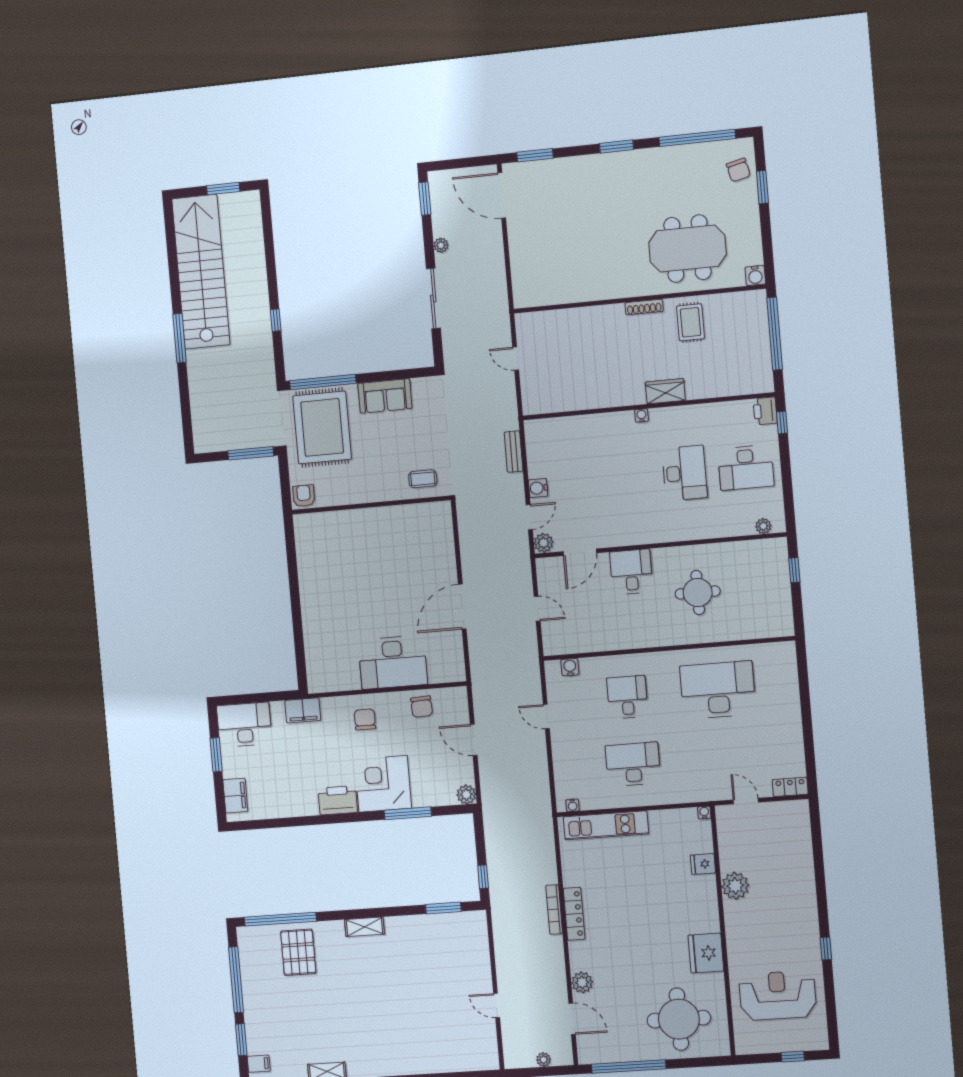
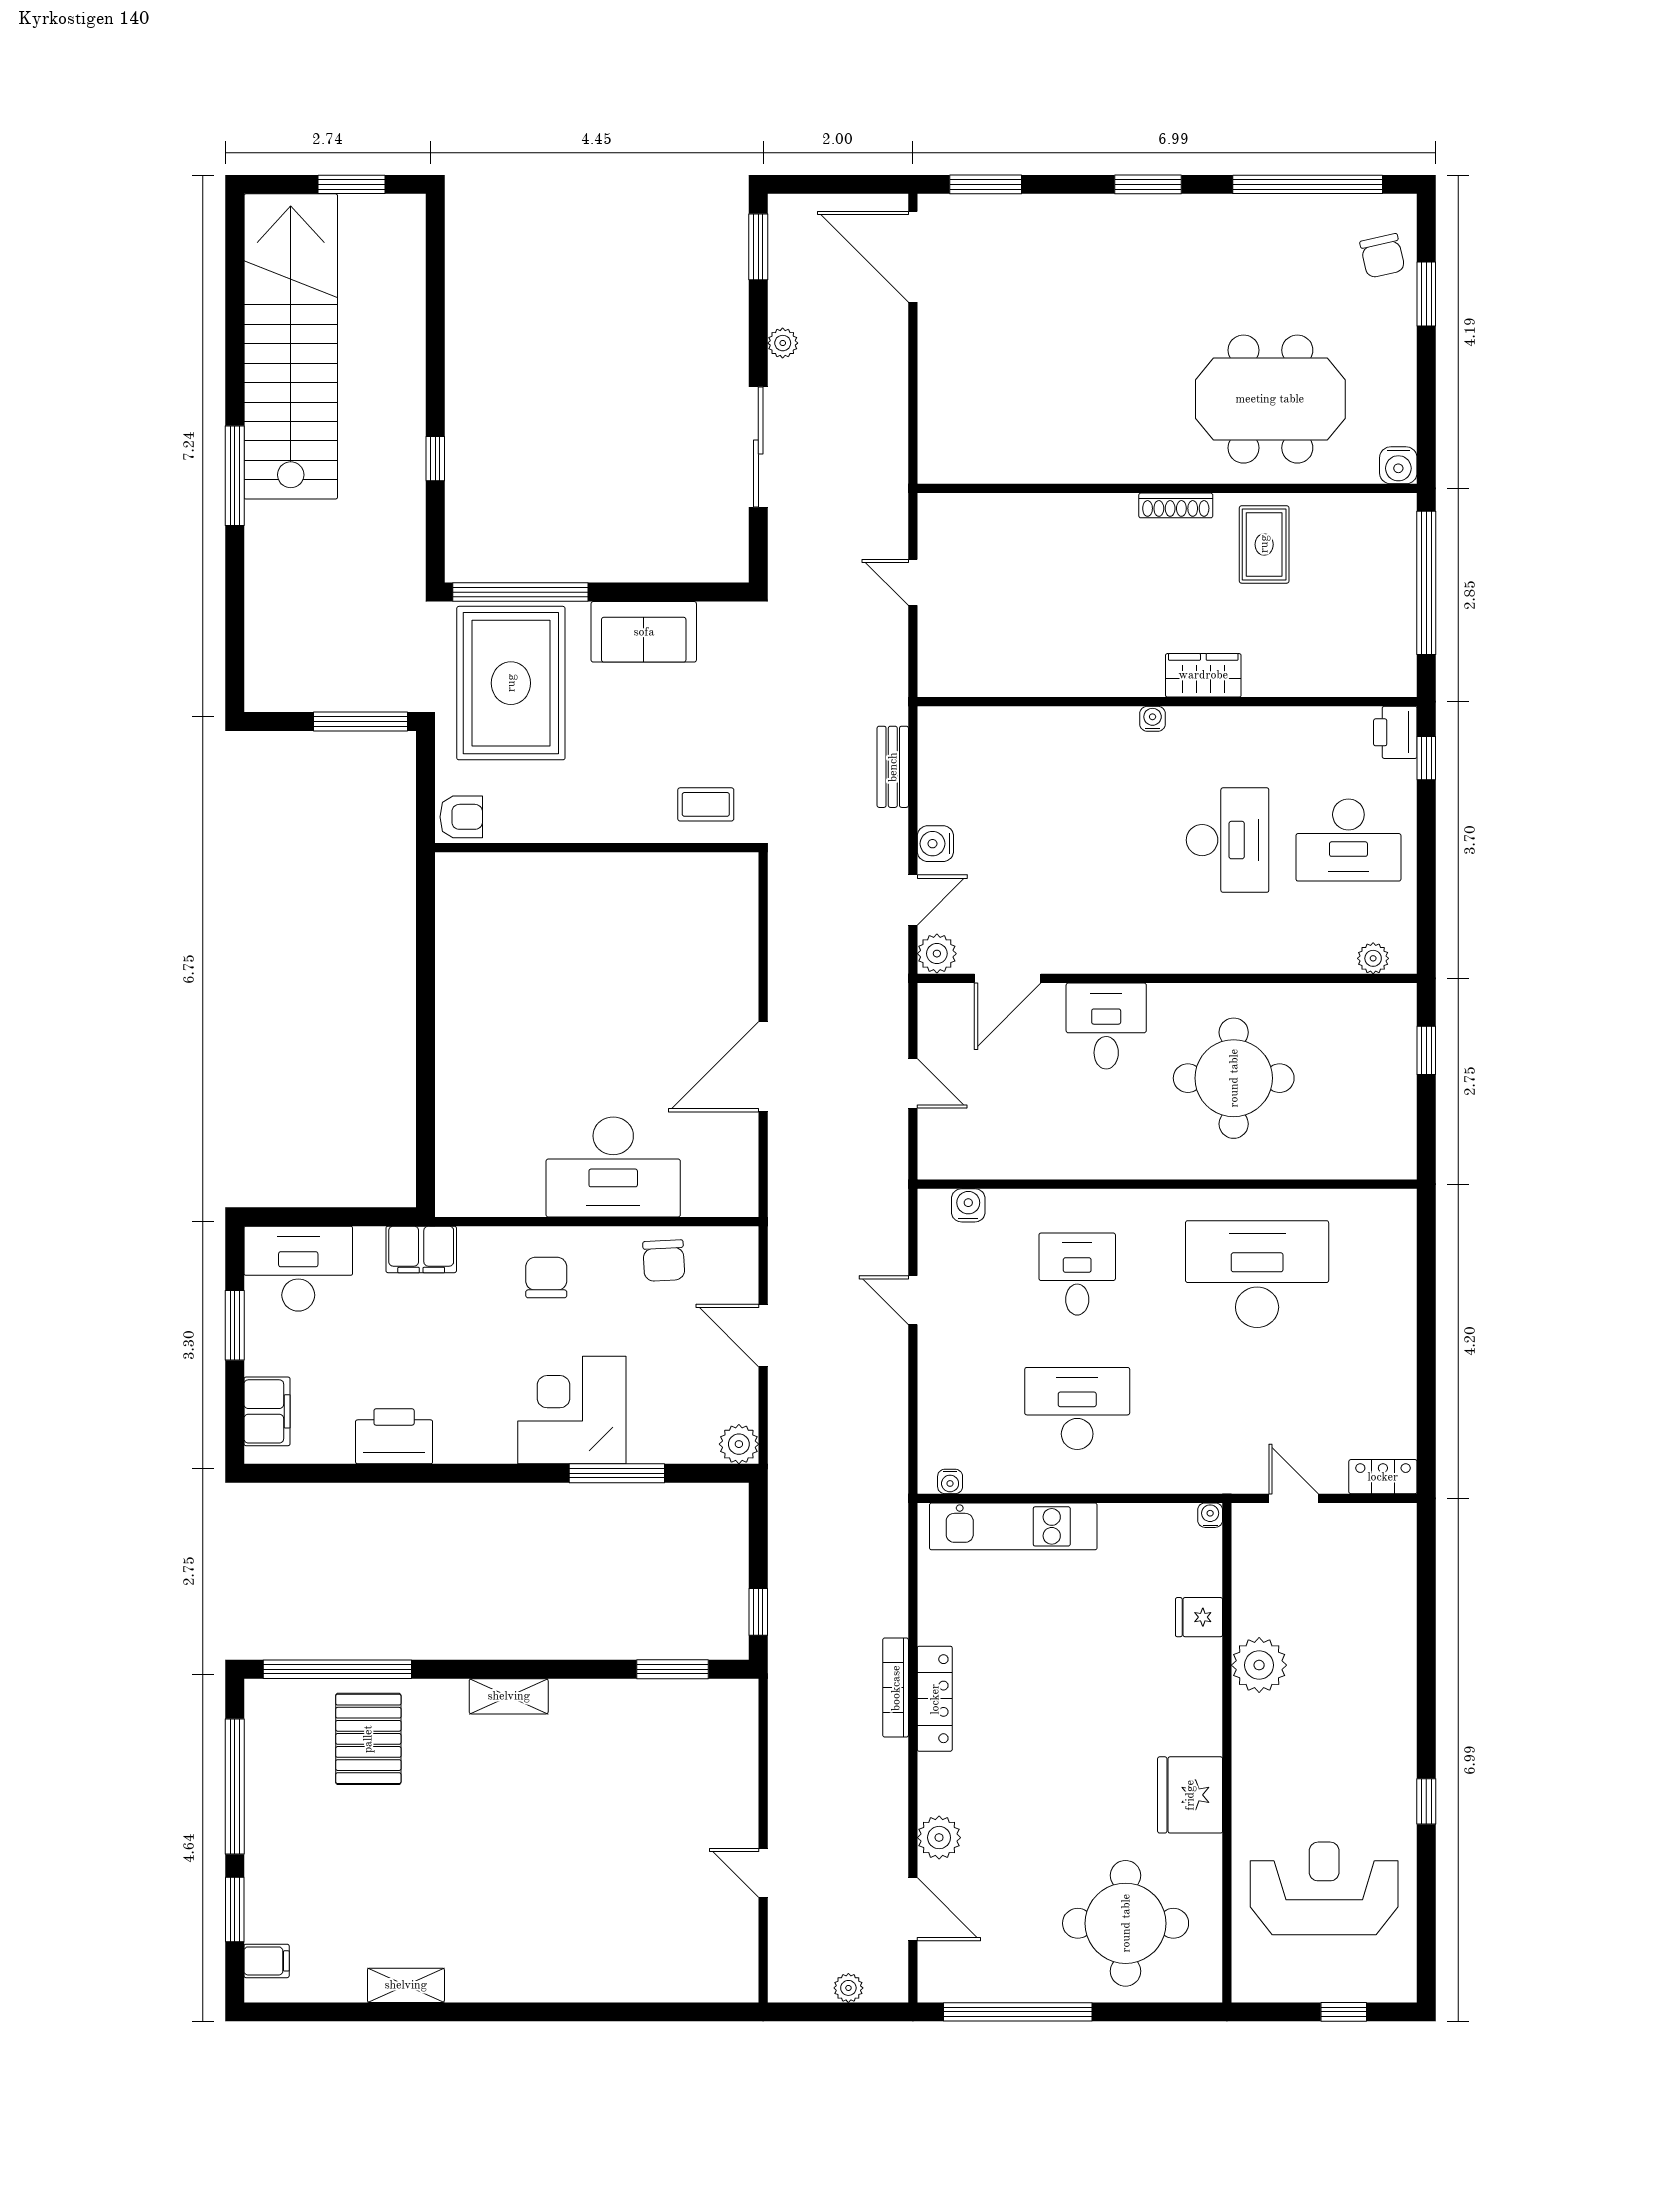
armchair: (304, 496) -> (461, 817), turned 90
round table: (698, 592) -> (1234, 1078), width x1.36, depth x1.36
printer: (338, 800) -> (394, 1436), moved

